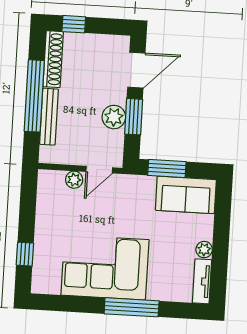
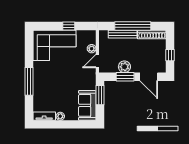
window: (74, 24) -> (170, 55), moved
door: (99, 170) -> (97, 61), hinge flipped
window: (25, 254) -> (69, 26), moved
corner sofa: (105, 267) -> (54, 45), moved, turned 90

